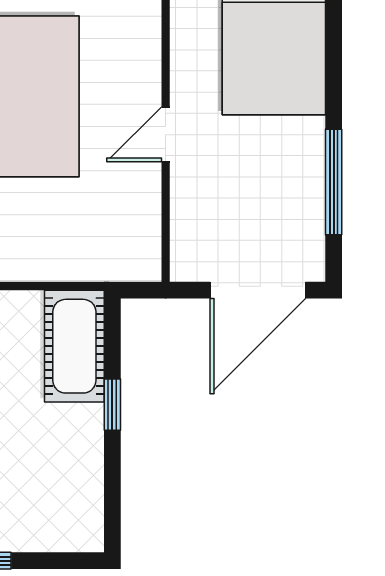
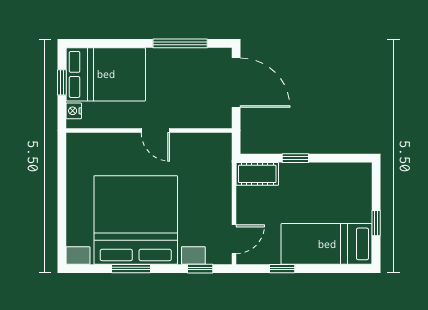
cot: (74, 346) -> (257, 174), width x0.73, depth x0.75

